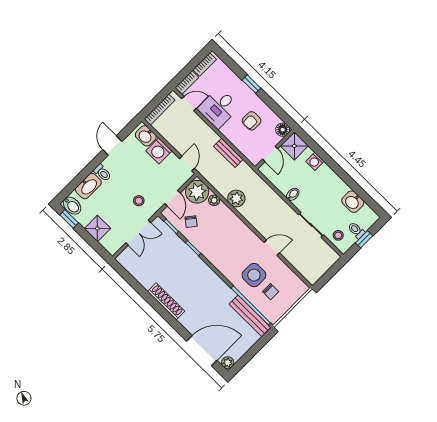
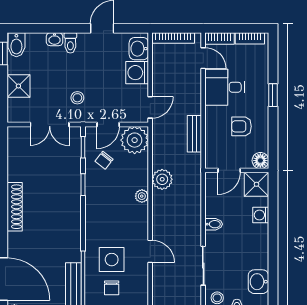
washbasin: (88, 186) -> (55, 39), width x0.52, depth x0.69
plant: (214, 200) -> (142, 196), moved

